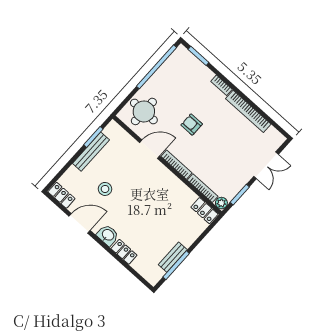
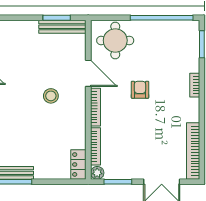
bookcase: (248, 111) -> (193, 151), moved
bench: (91, 152) -> (62, 27), moved
stool: (105, 189) -> (51, 96), moved

